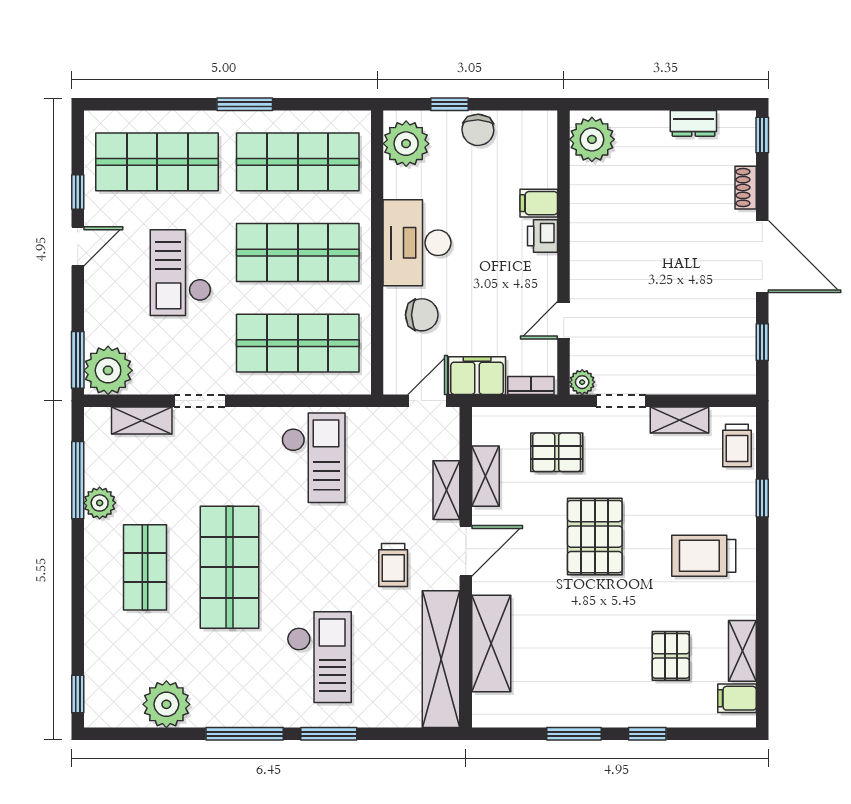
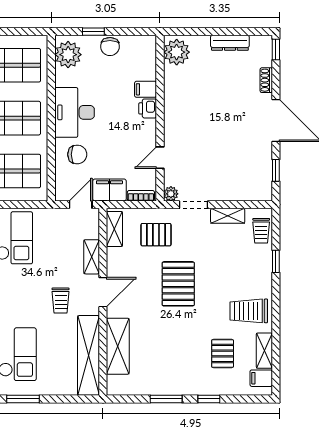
dresser: (693, 123) -> (230, 43), width x1.44
shelving: (486, 476) -> (114, 229), moved
trolley: (704, 556) -> (249, 311), moved

